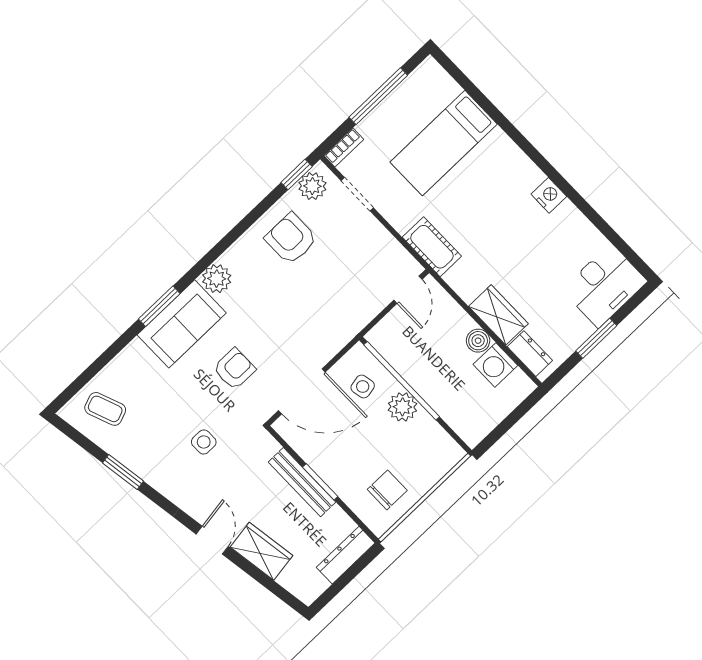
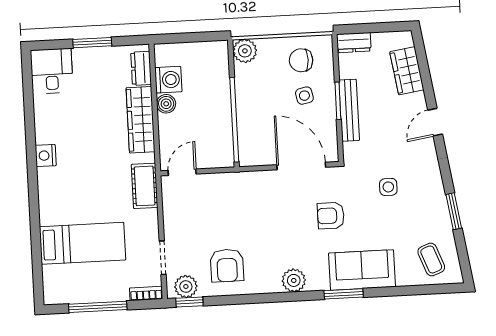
desk: (604, 286) -> (52, 71), width x0.73
wardrobe: (498, 315) -> (141, 120), width x1.50
sofa: (182, 324) -> (362, 270), moved
side table: (363, 386) -> (304, 96), moved
plant: (402, 407) -> (245, 51), moved
wardrobe: (261, 551) -> (407, 71), moved
dresser: (346, 555) -> (354, 43), width x0.70

